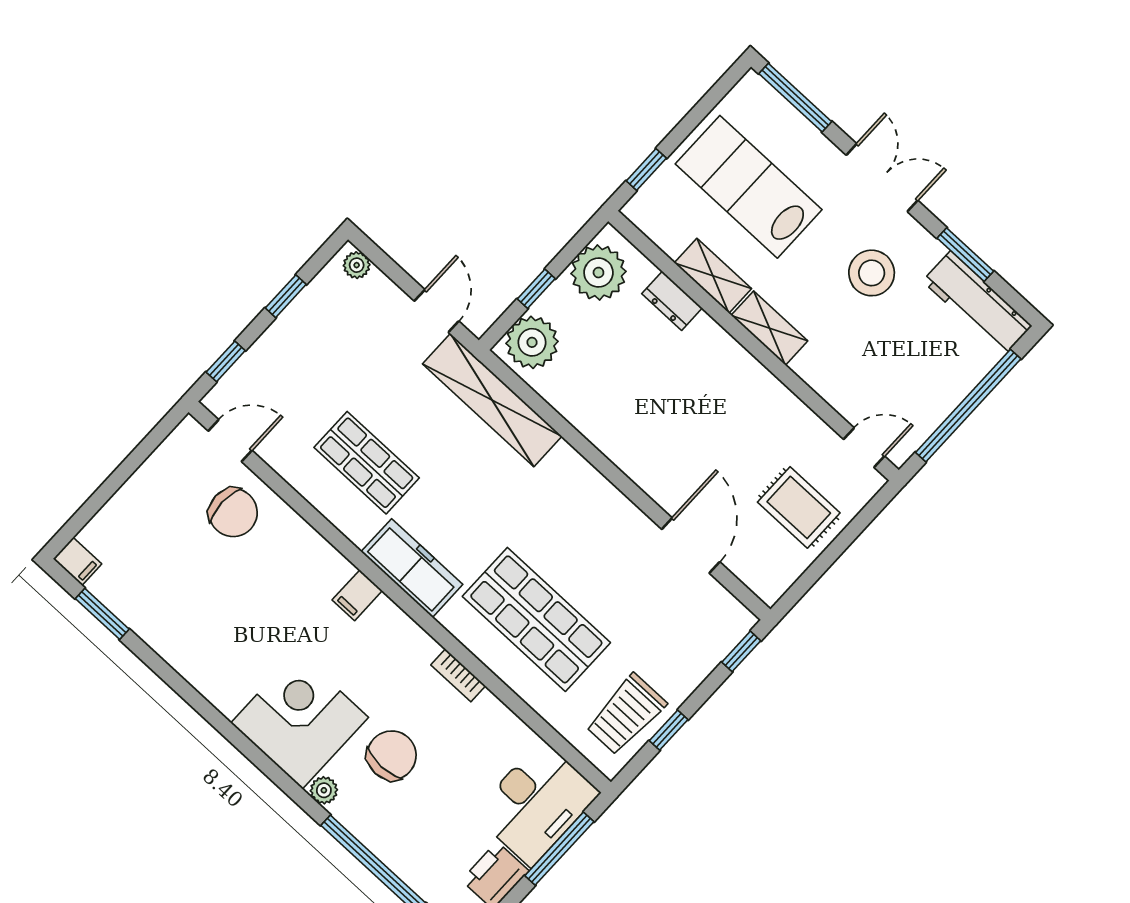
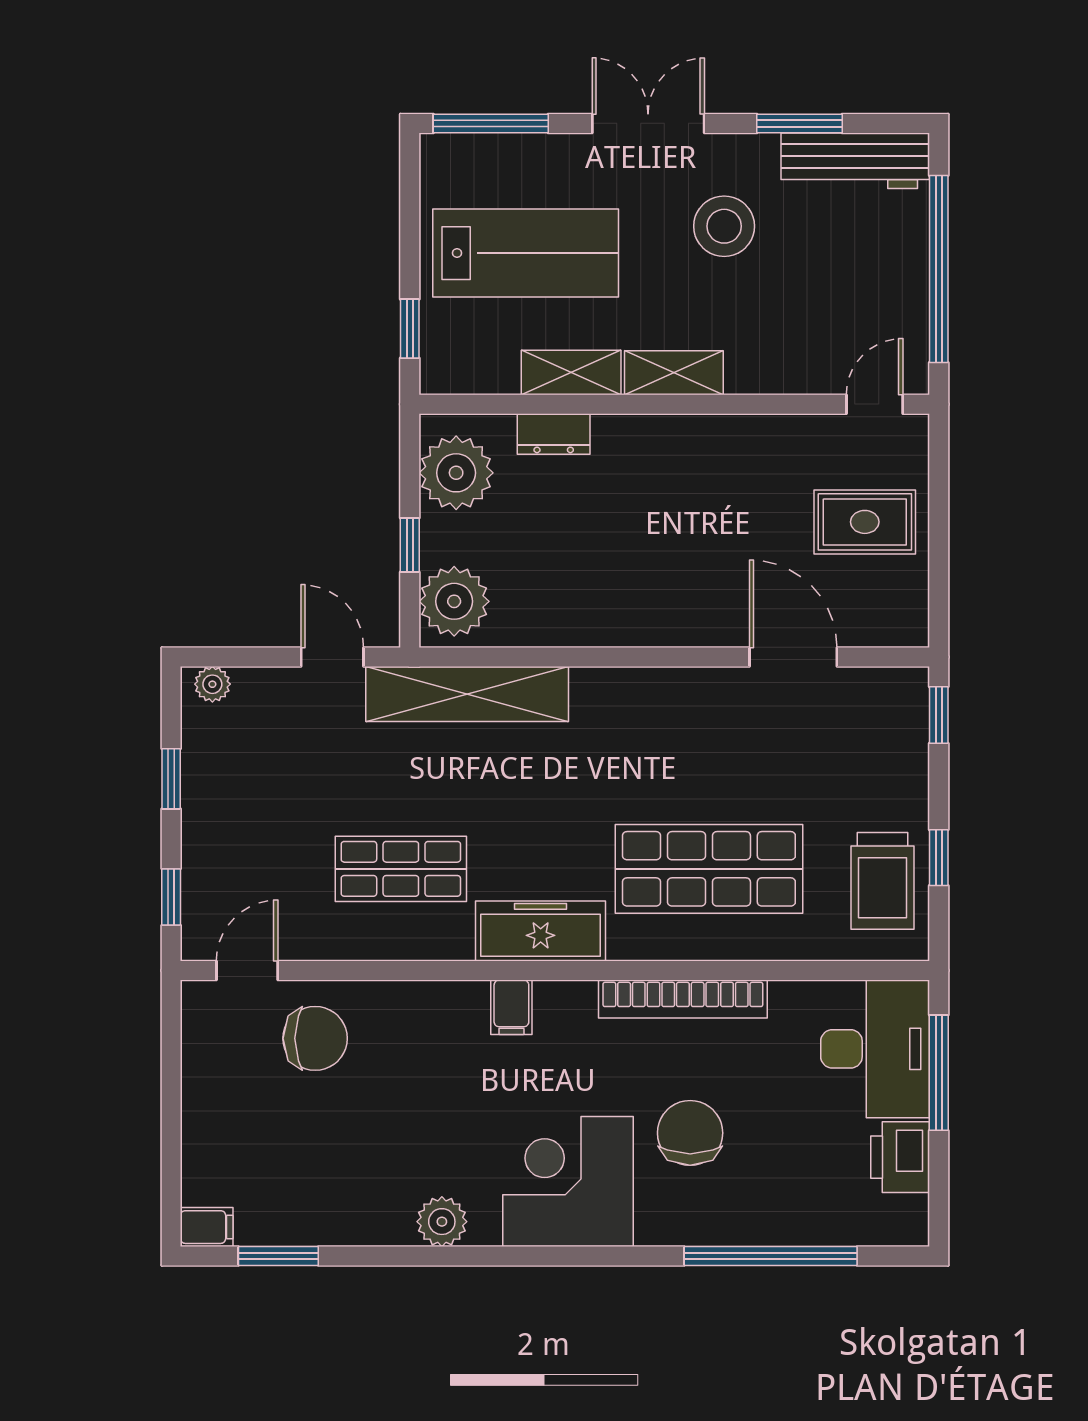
lab bench: (749, 187) -> (526, 253), turned 180
bookcase: (458, 675) -> (683, 999), width x2.31, depth x1.31
plant: (324, 790) -> (442, 1222), moved, width x1.38, depth x1.38

